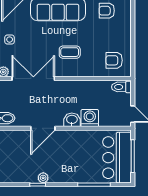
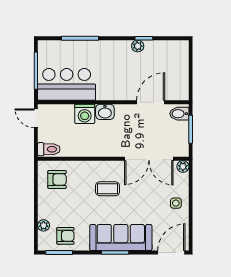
plant: (126, 20) -> (44, 225), added
door: (43, 128) -> (151, 102), moved
bar counter: (117, 158) -> (67, 84), moved, turned -90

